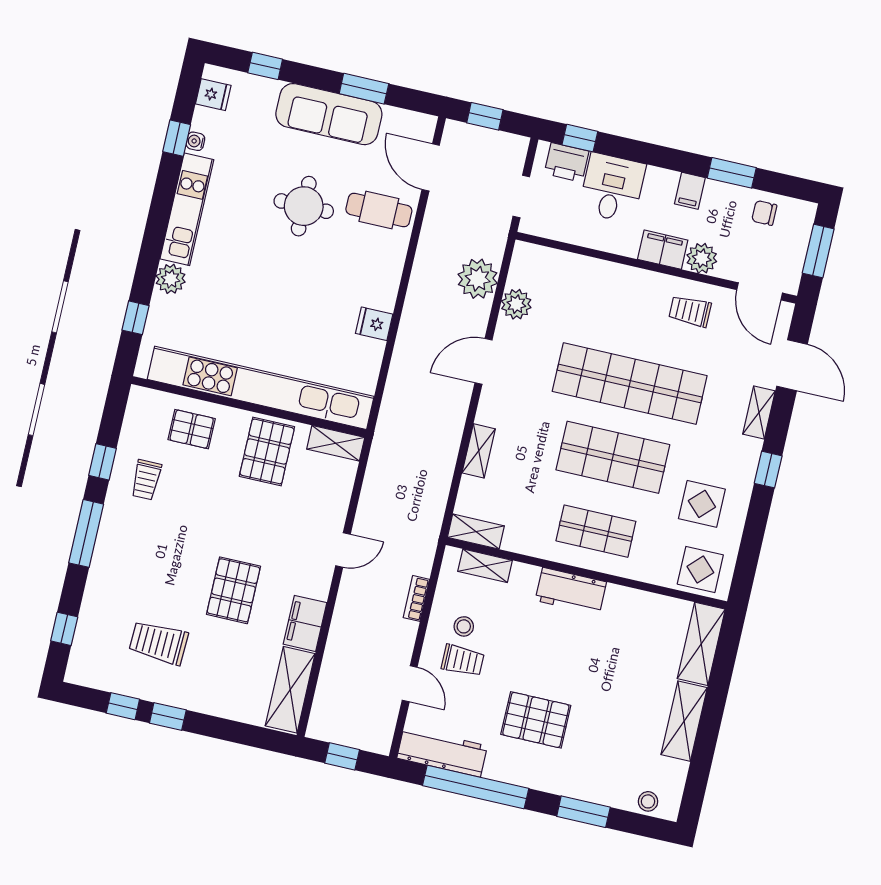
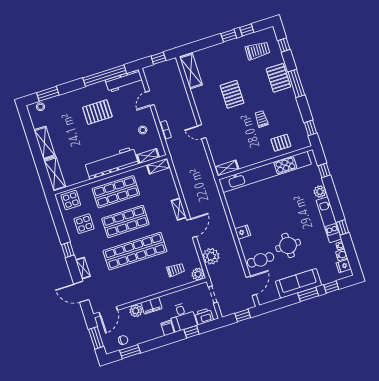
window: (364, 89) -> (308, 294), moved
water cooler: (204, 120) -> (342, 255), added
window: (177, 138) -> (343, 227), moved
window: (580, 138) -> (192, 332), moved
door: (431, 167) -> (251, 286), hinge flipped
window: (732, 173) -> (130, 352), moved
filing cabinet: (690, 191) -> (167, 328), moved
door: (760, 291) -> (108, 311), swing flipped
plant: (516, 304) -> (198, 274), moved
trolley: (690, 311) -> (176, 270), moved
fridge: (374, 324) -> (243, 232), moved
pallet: (267, 451) -> (278, 78), moved
shelving: (479, 451) -> (179, 209), moved
window: (102, 462) -> (311, 128), moved
trolley: (146, 480) -> (261, 119), moved
shop shelf: (596, 531) -> (116, 192), width x1.43, depth x1.36
door: (343, 550) -> (202, 132), hinge flipped
workbench: (571, 591) -> (111, 163), width x1.88, depth x1.32
filing cabinet: (305, 623) -> (200, 98), removed
trolley: (159, 643) -> (257, 51), moved
trolley: (463, 660) -> (136, 118), removed
door: (410, 684) -> (150, 98), hinge flipped
window: (583, 812) -> (48, 94), moved

